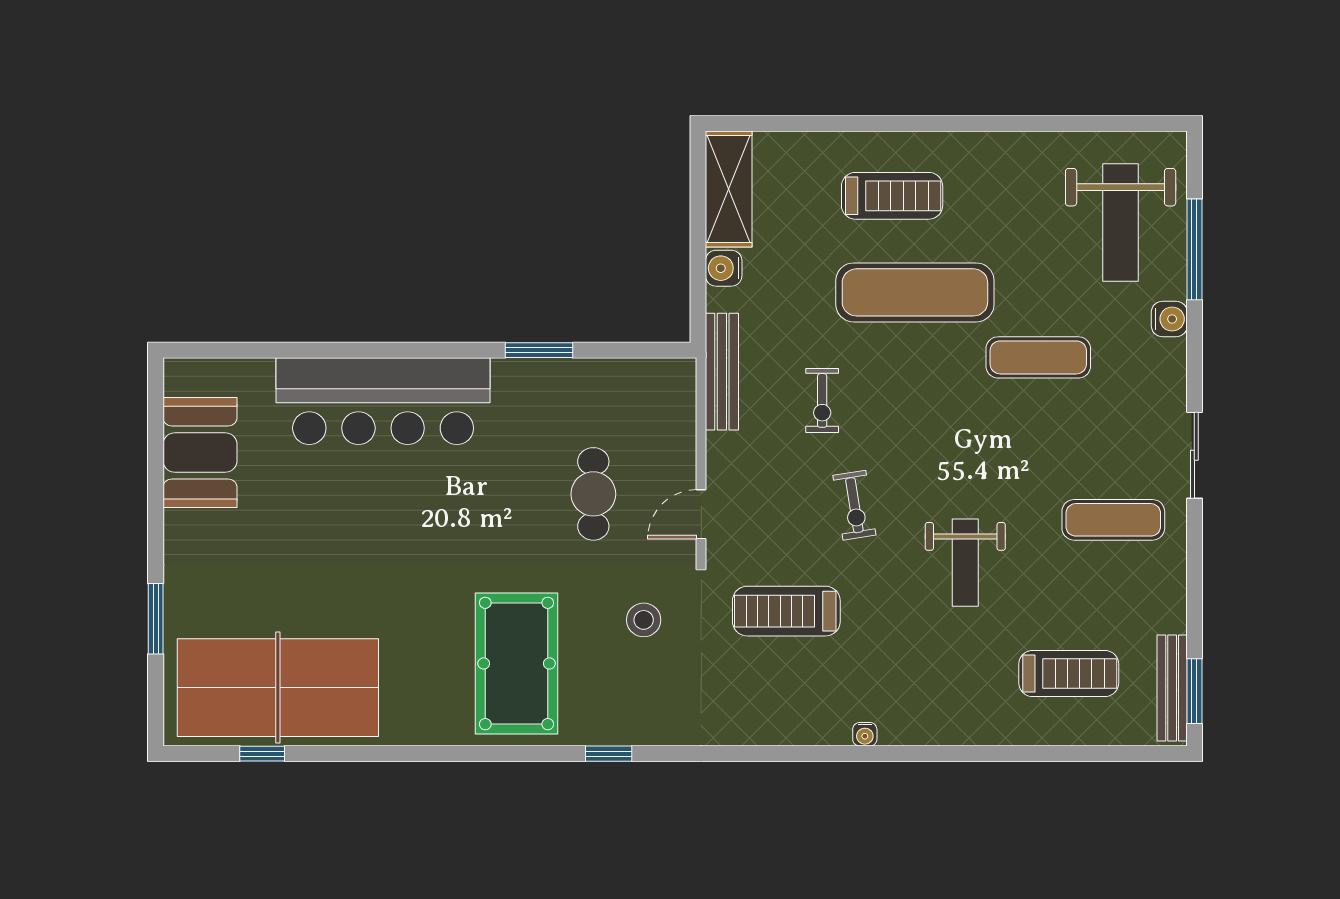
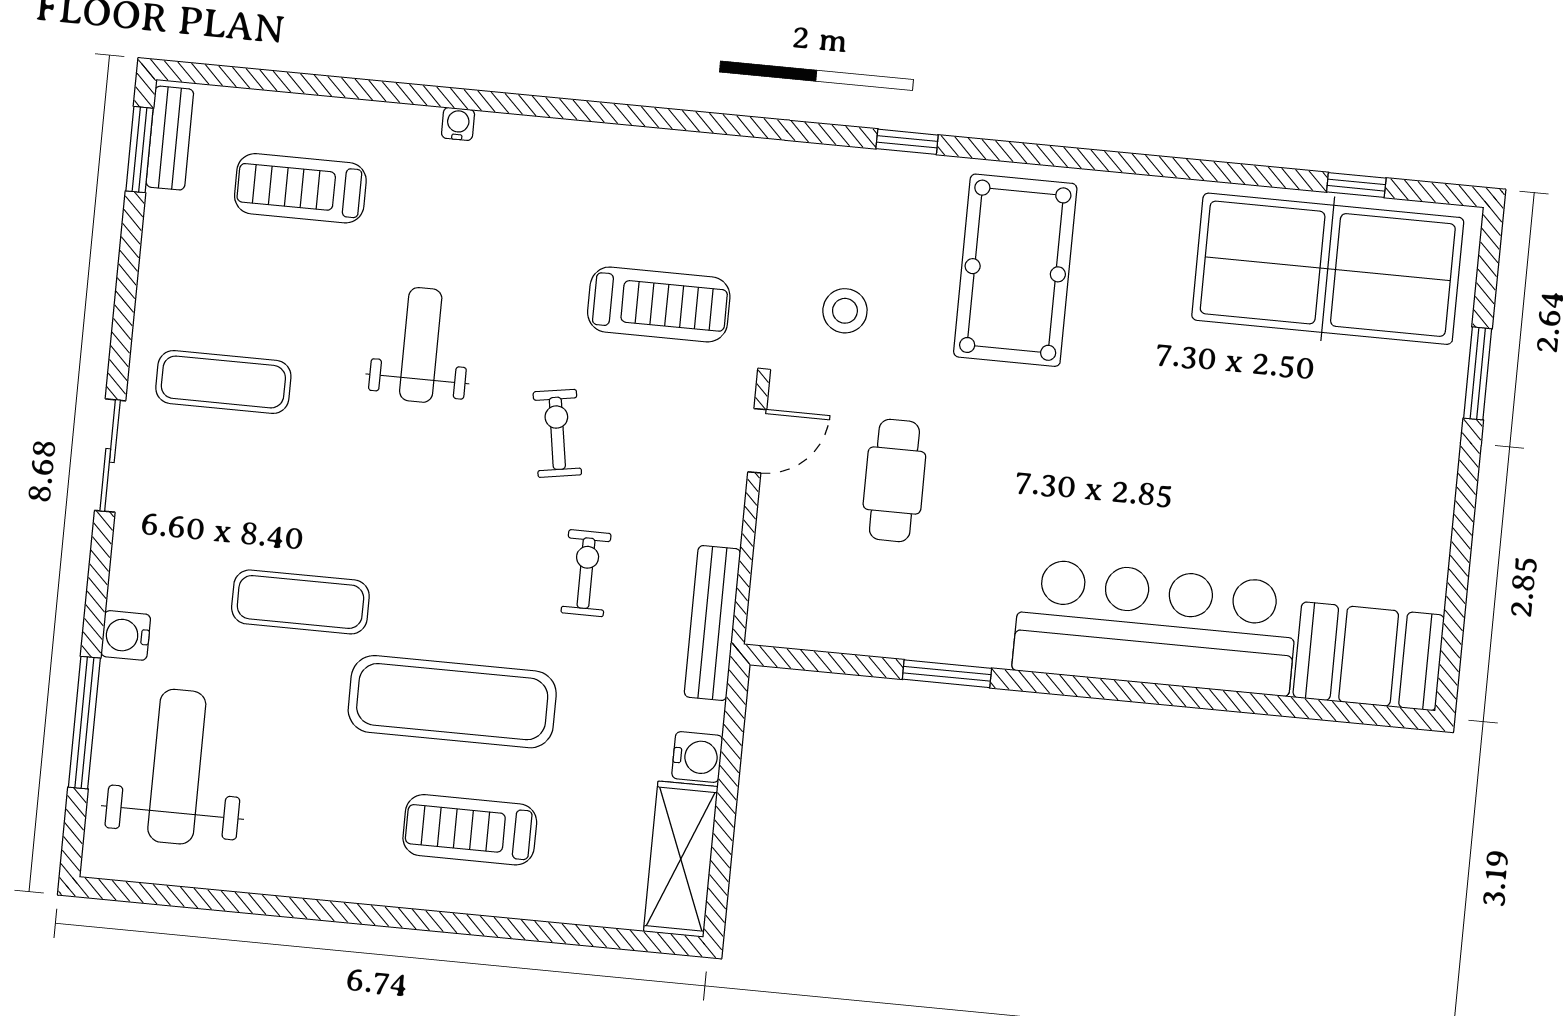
booth: (200, 453) -> (1369, 656), moved, turned 90
bench: (1172, 688) -> (170, 138), width x0.73
water cooler: (865, 734) -> (458, 124), moved

